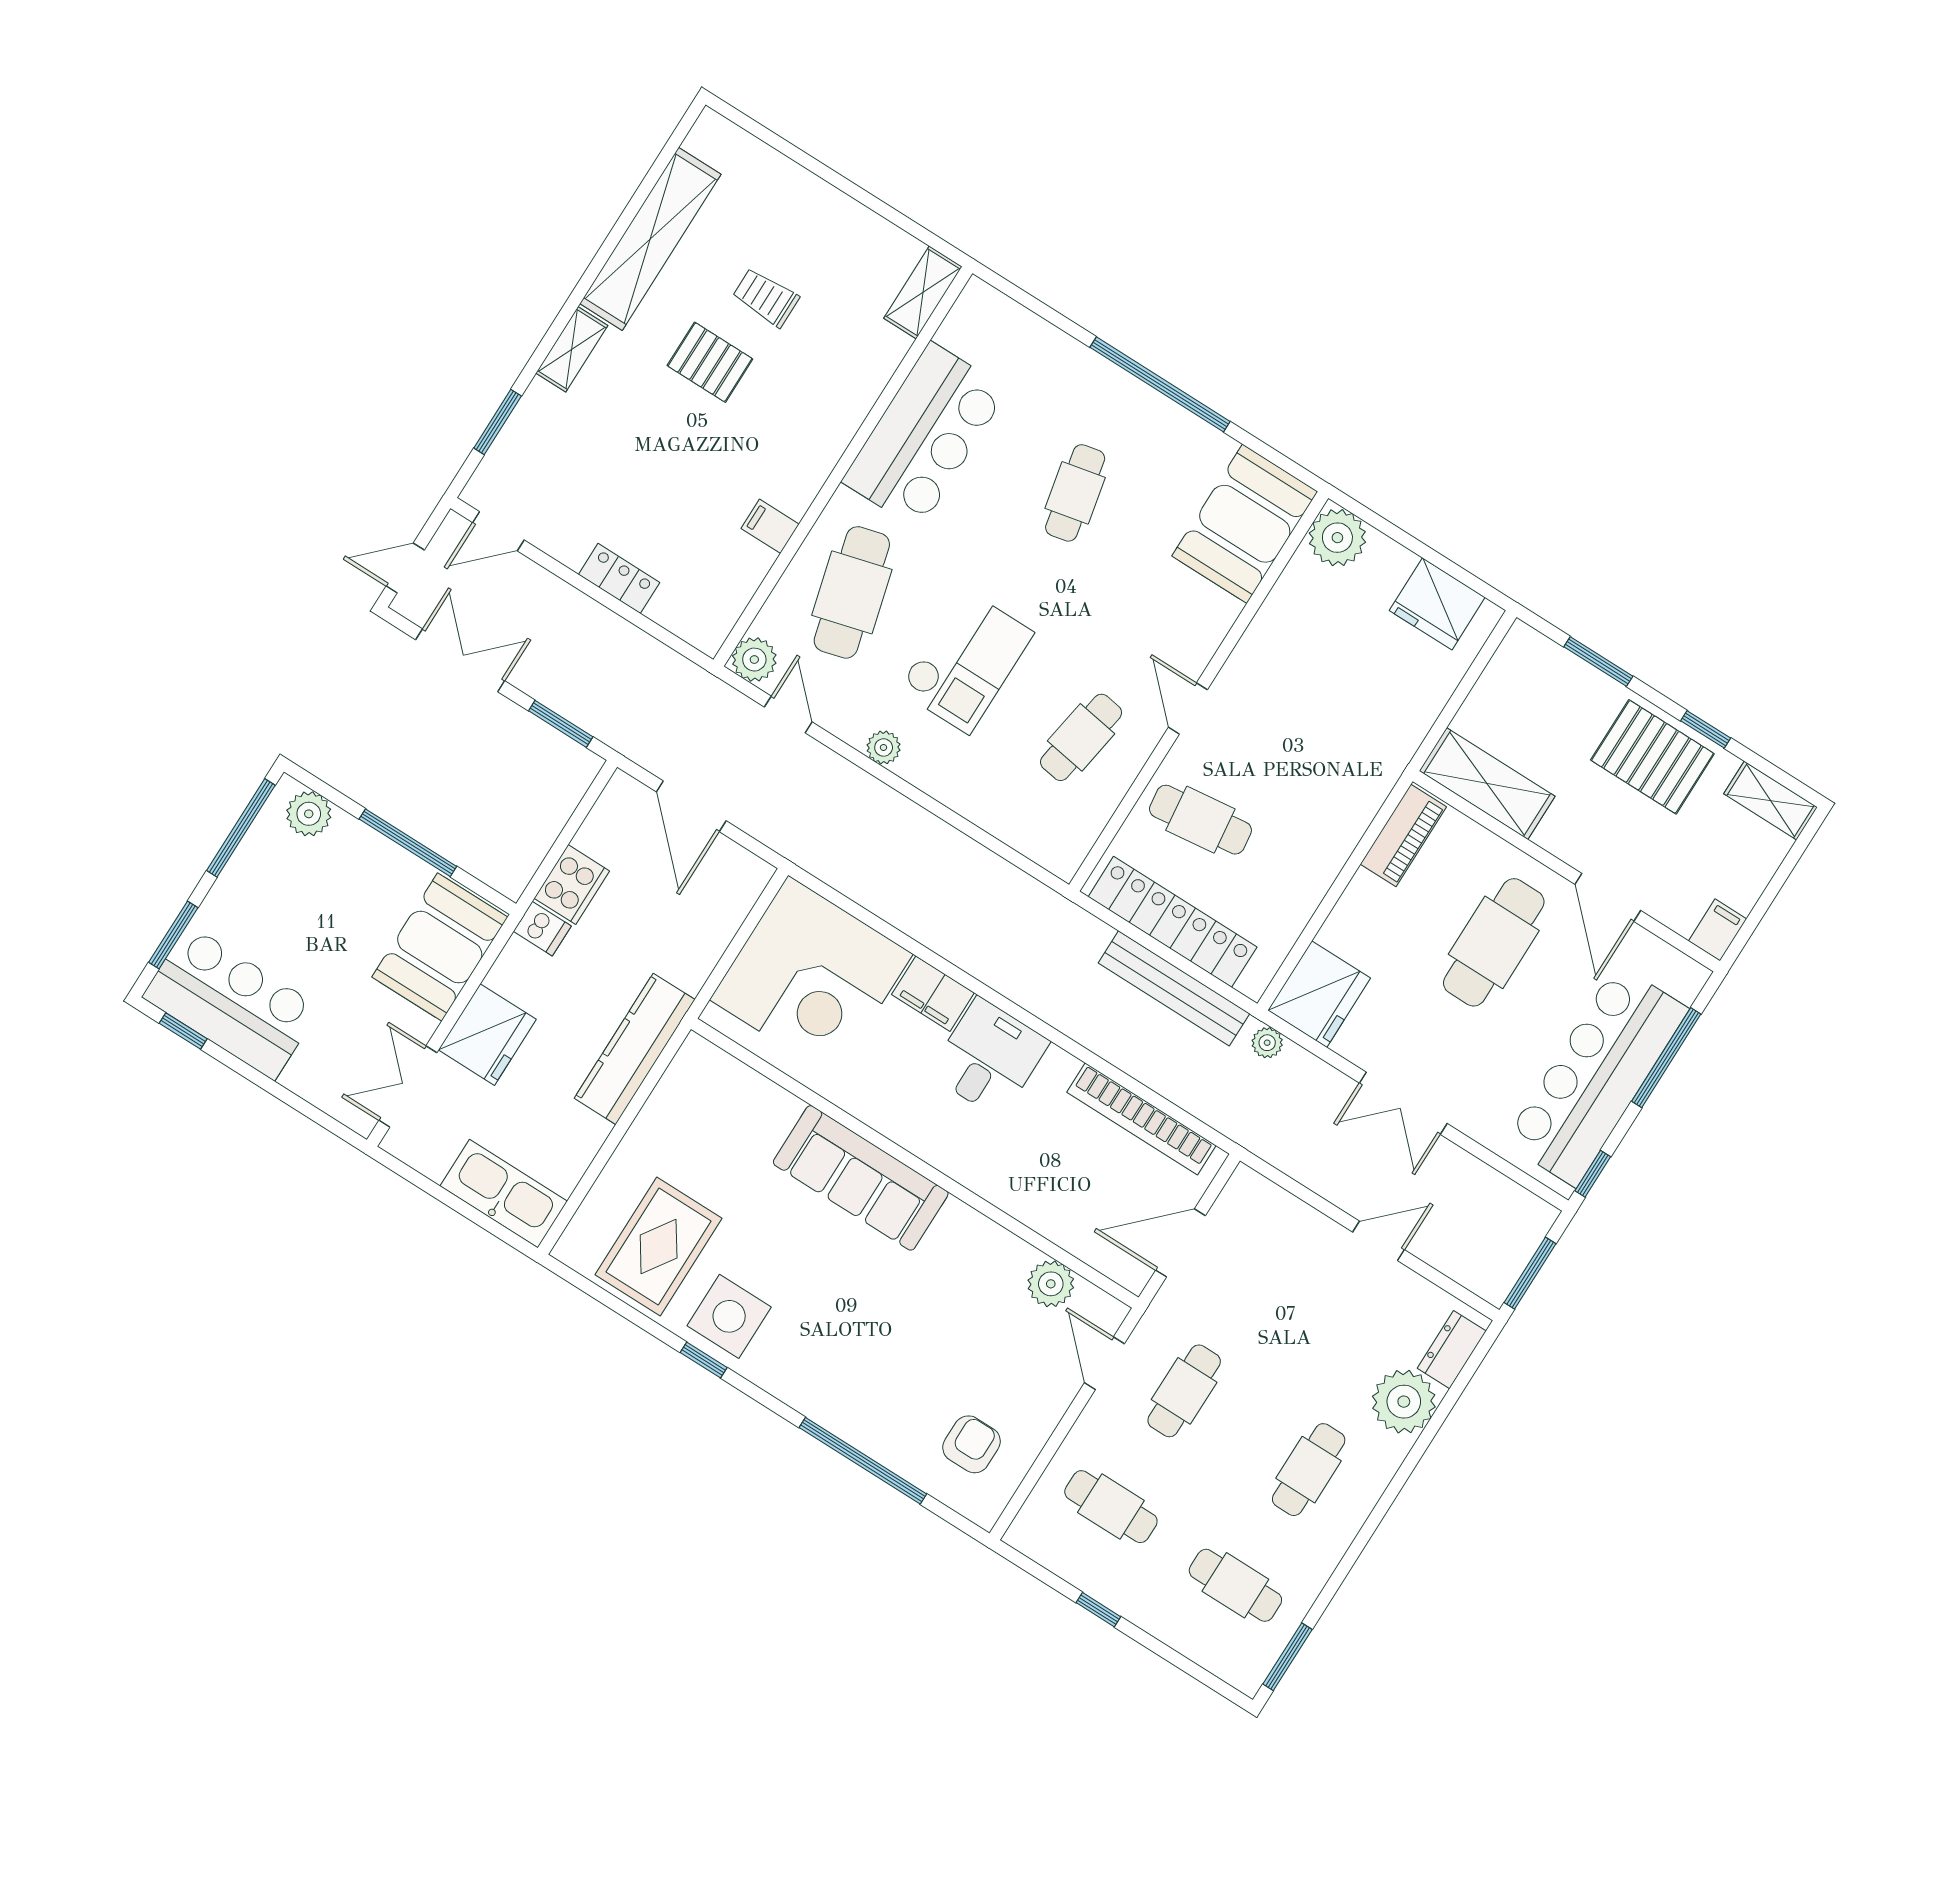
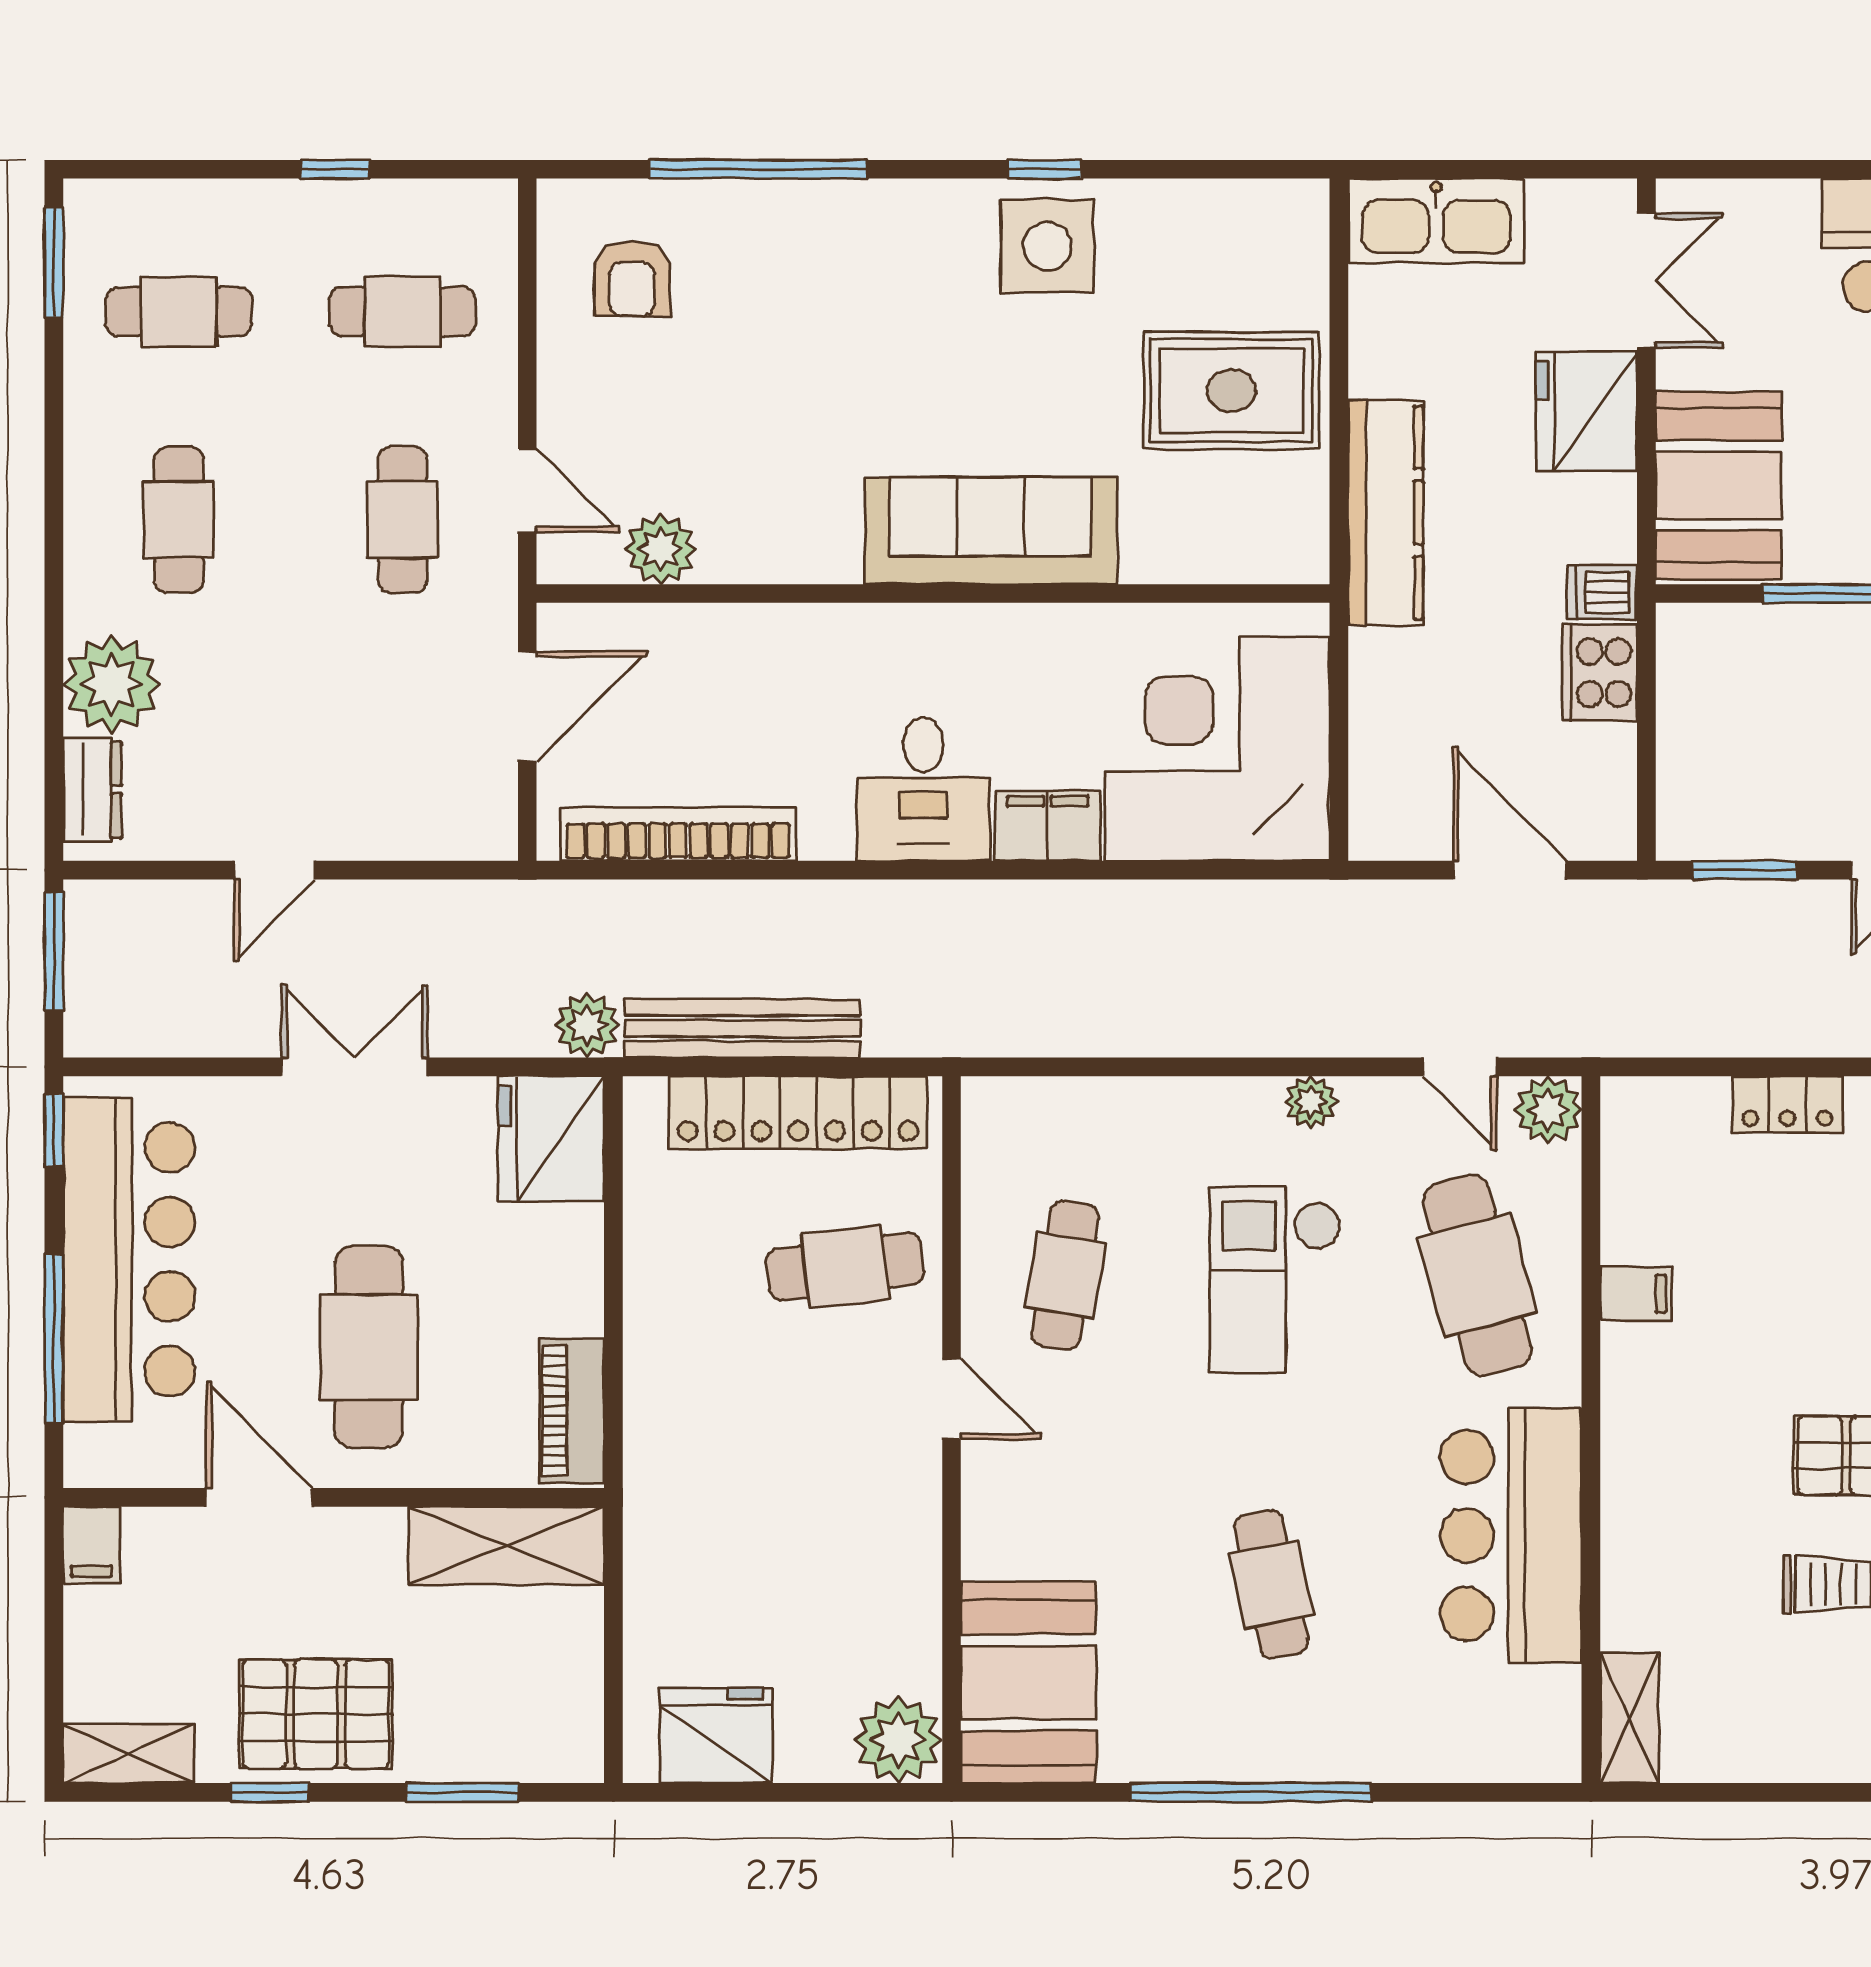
plant: (1267, 1043) -> (587, 1025), width x1.38, depth x1.38
rug: (659, 1247) -> (1231, 390), moved, turned 90

